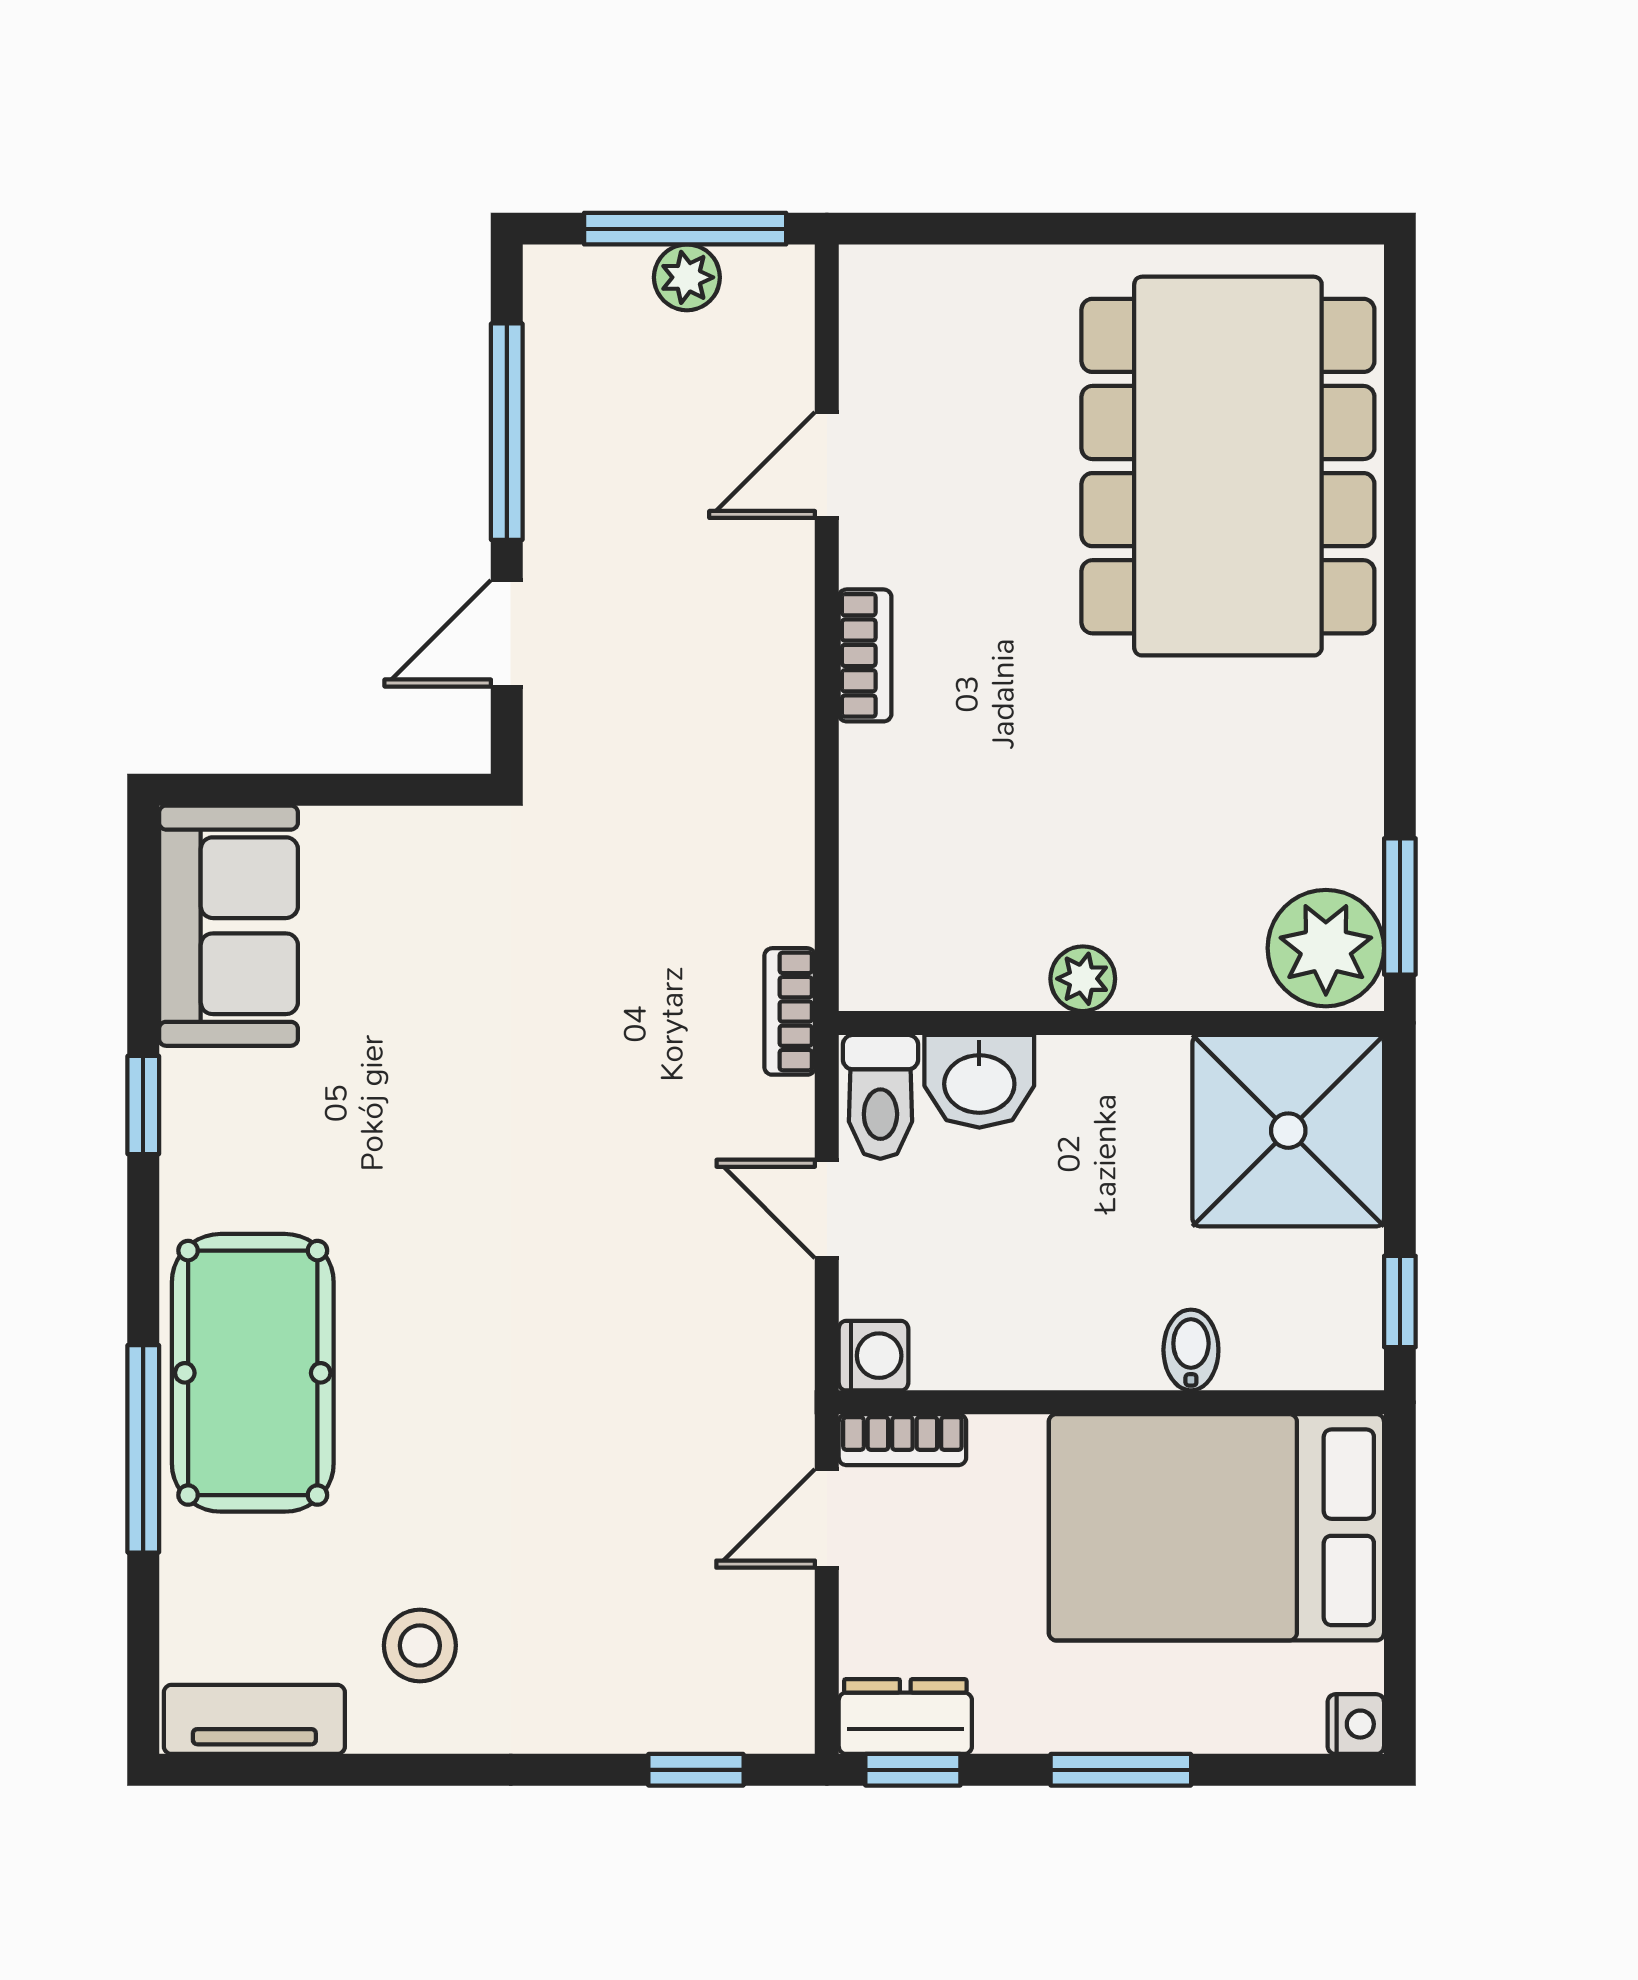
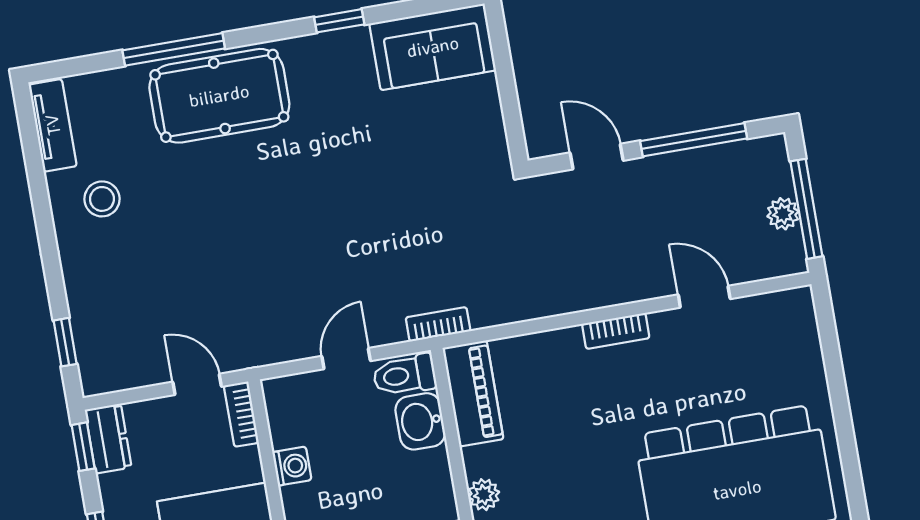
piano: (941, 965) -> (473, 393), added
plant: (1083, 979) -> (484, 495), moved
washing machine: (874, 1356) -> (292, 466), moved, turned -90

